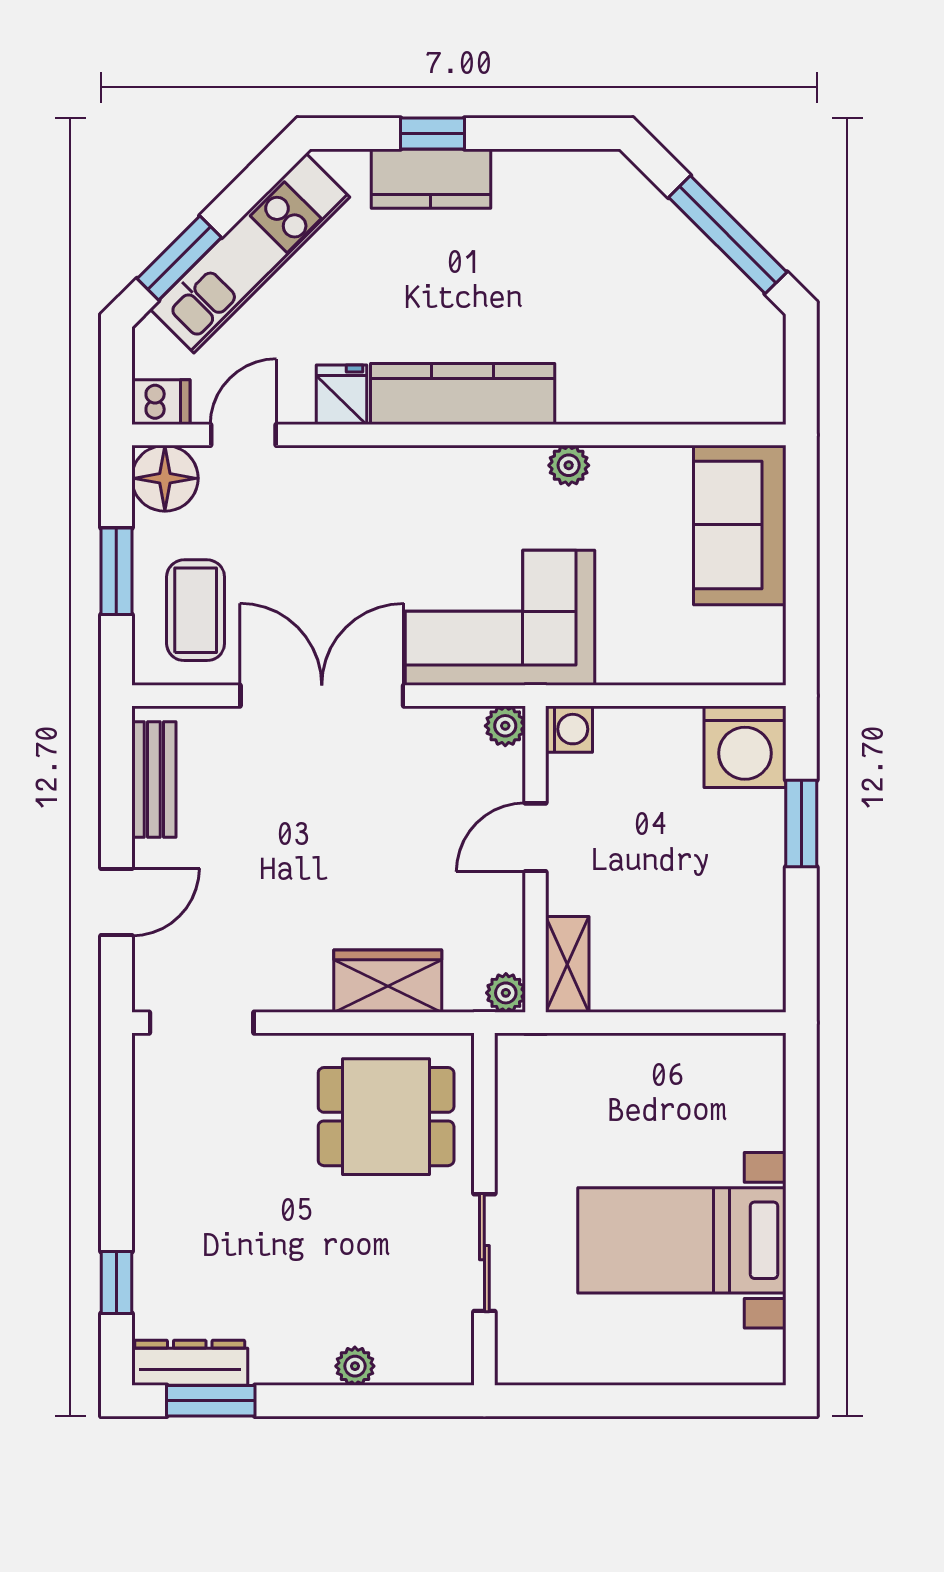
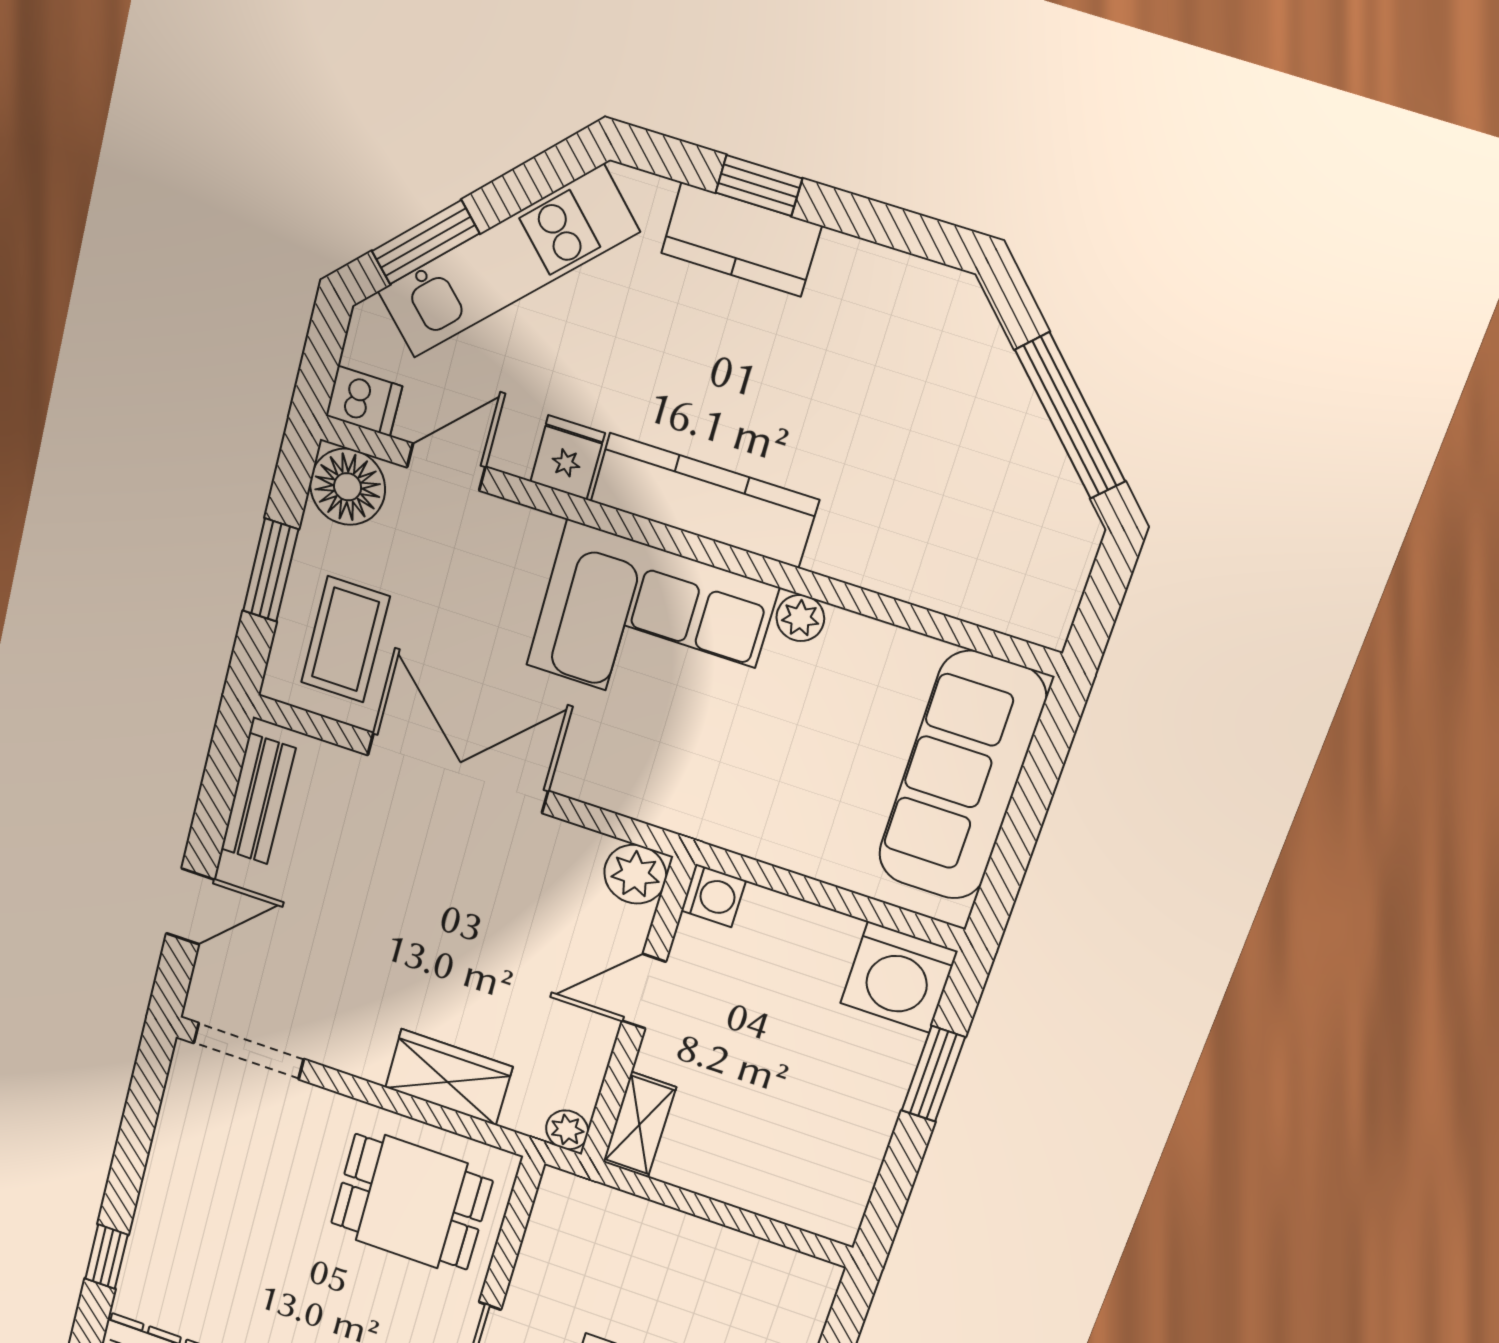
sofa: (740, 525) -> (962, 776), width x1.36
corner sofa: (500, 618) -> (652, 626), moved, turned 180
plant: (505, 726) -> (635, 874), width x1.38, depth x1.38

